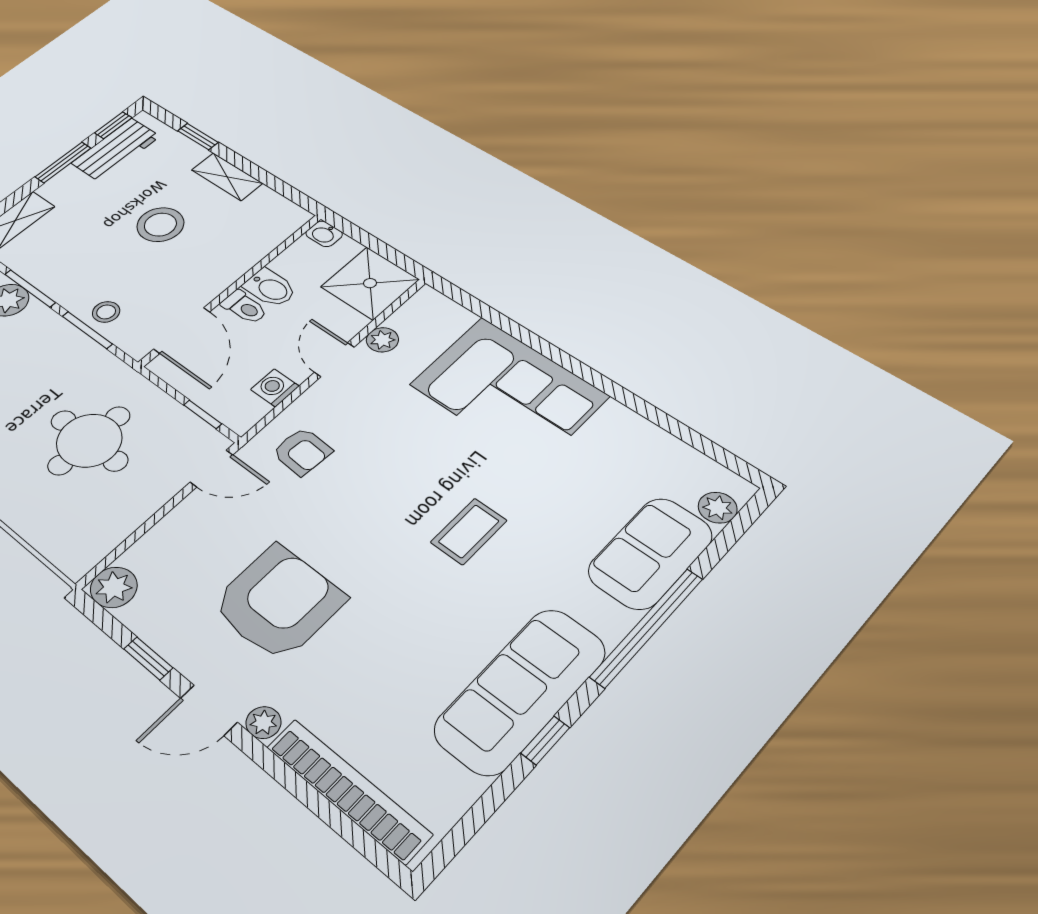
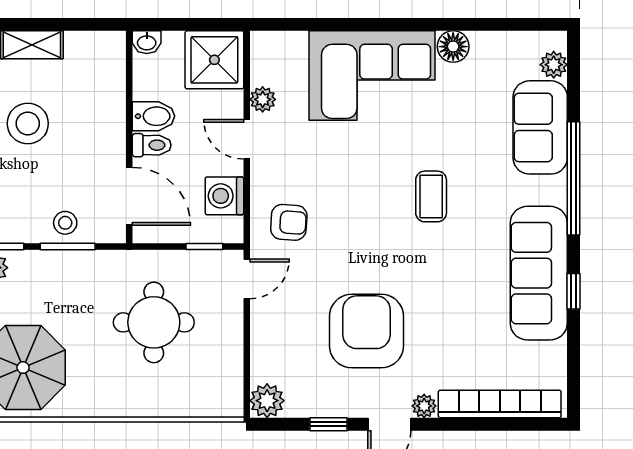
washing machine: (275, 388) -> (224, 196), width x1.38, depth x1.38
floor lamp: (618, 421) -> (453, 47), added

